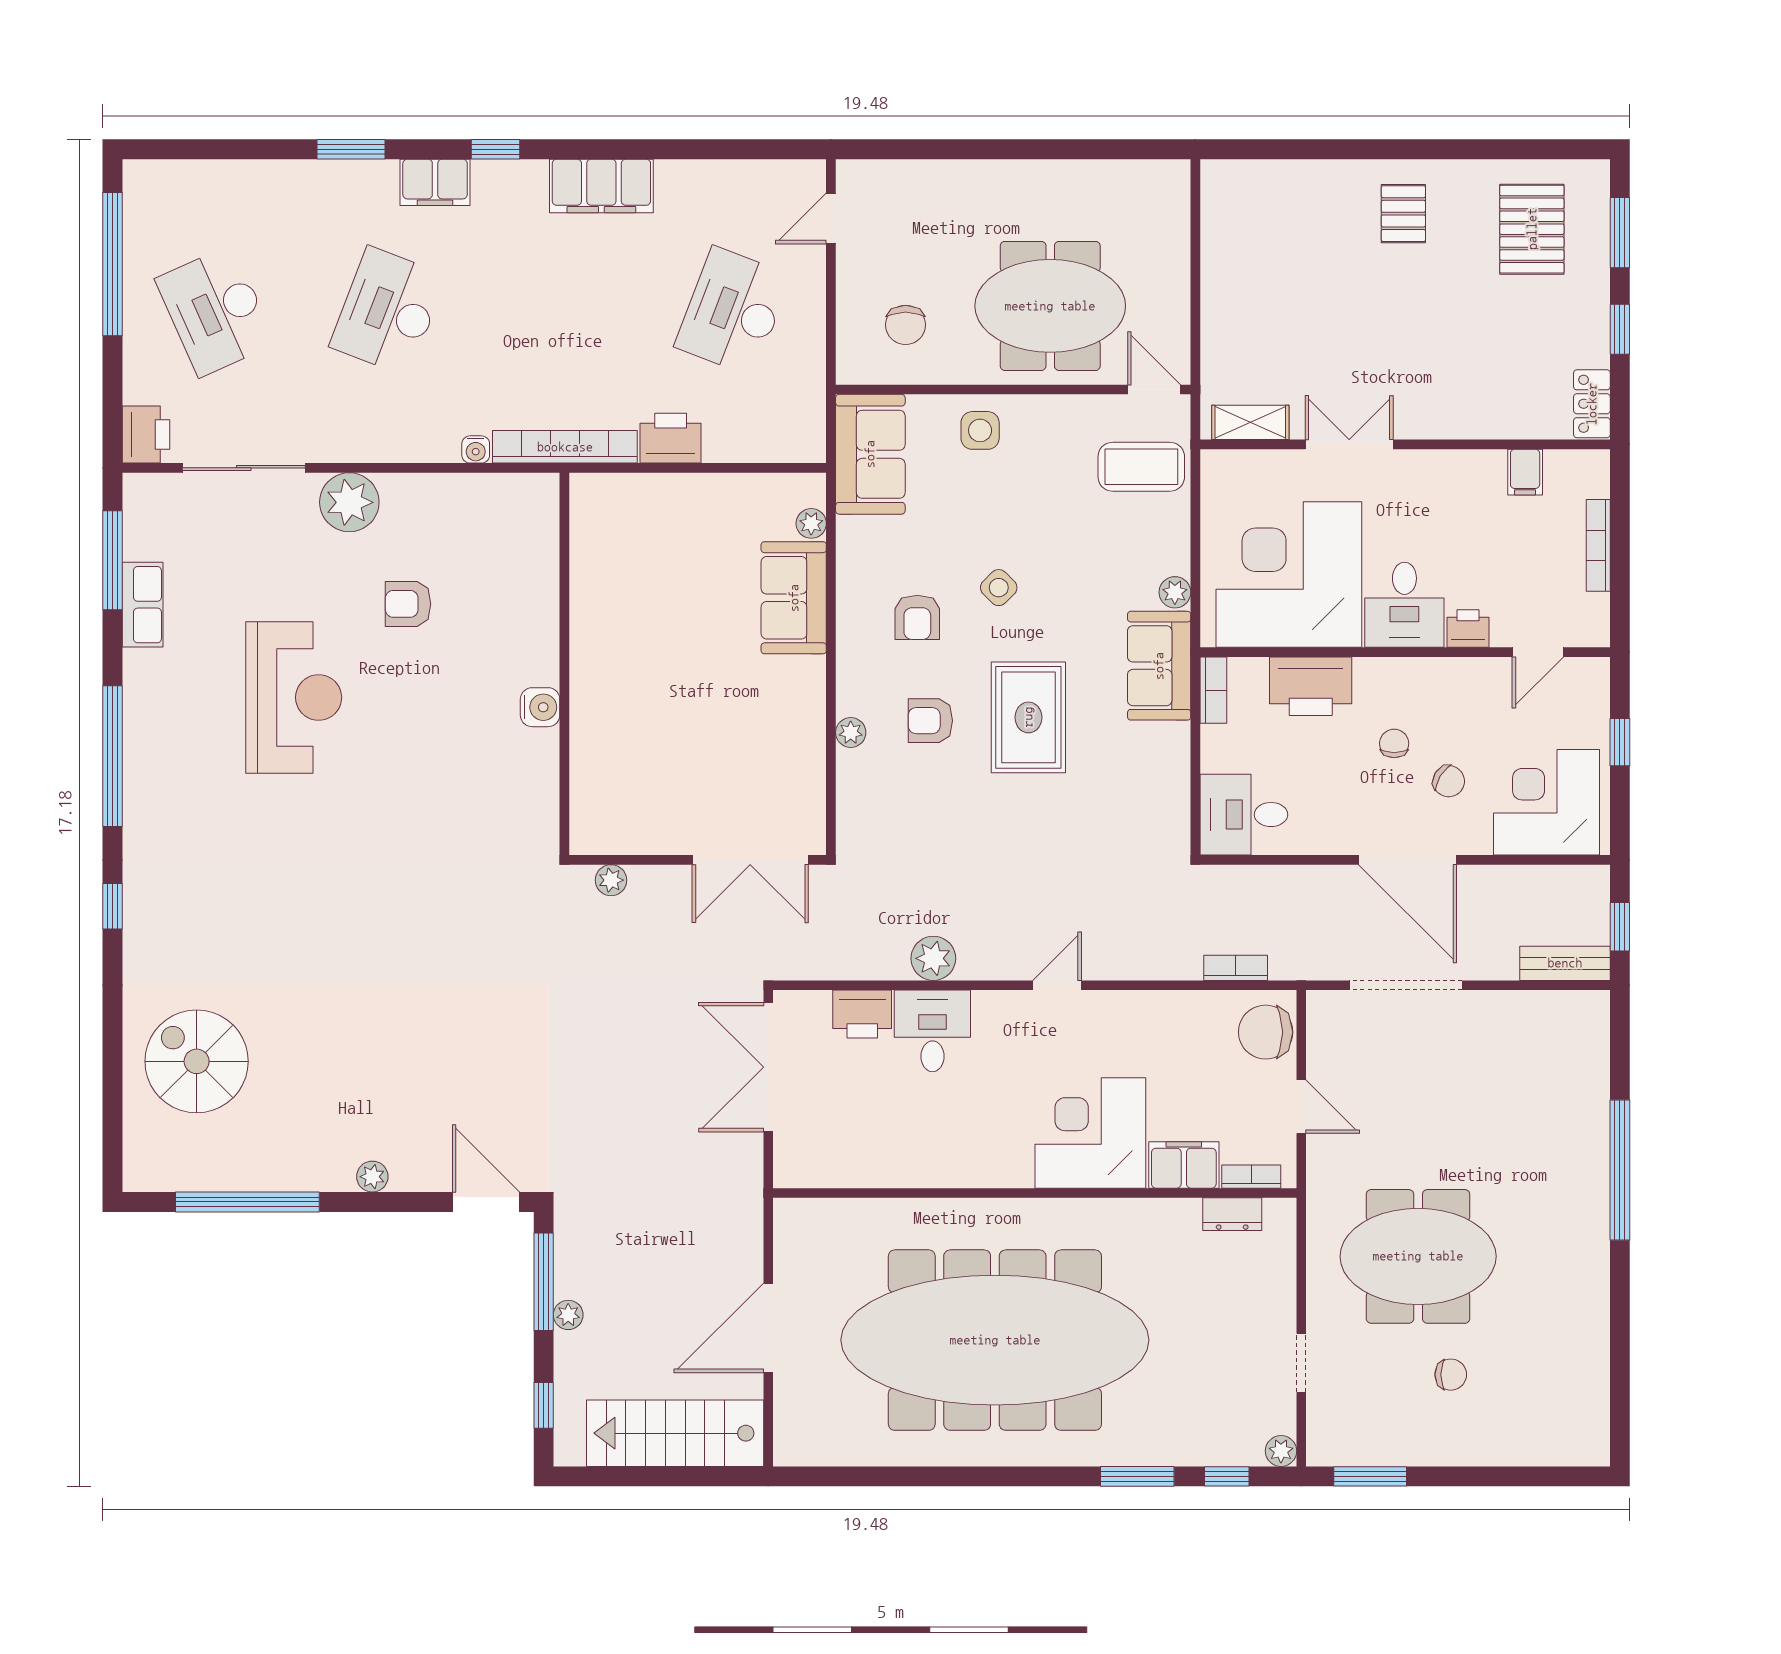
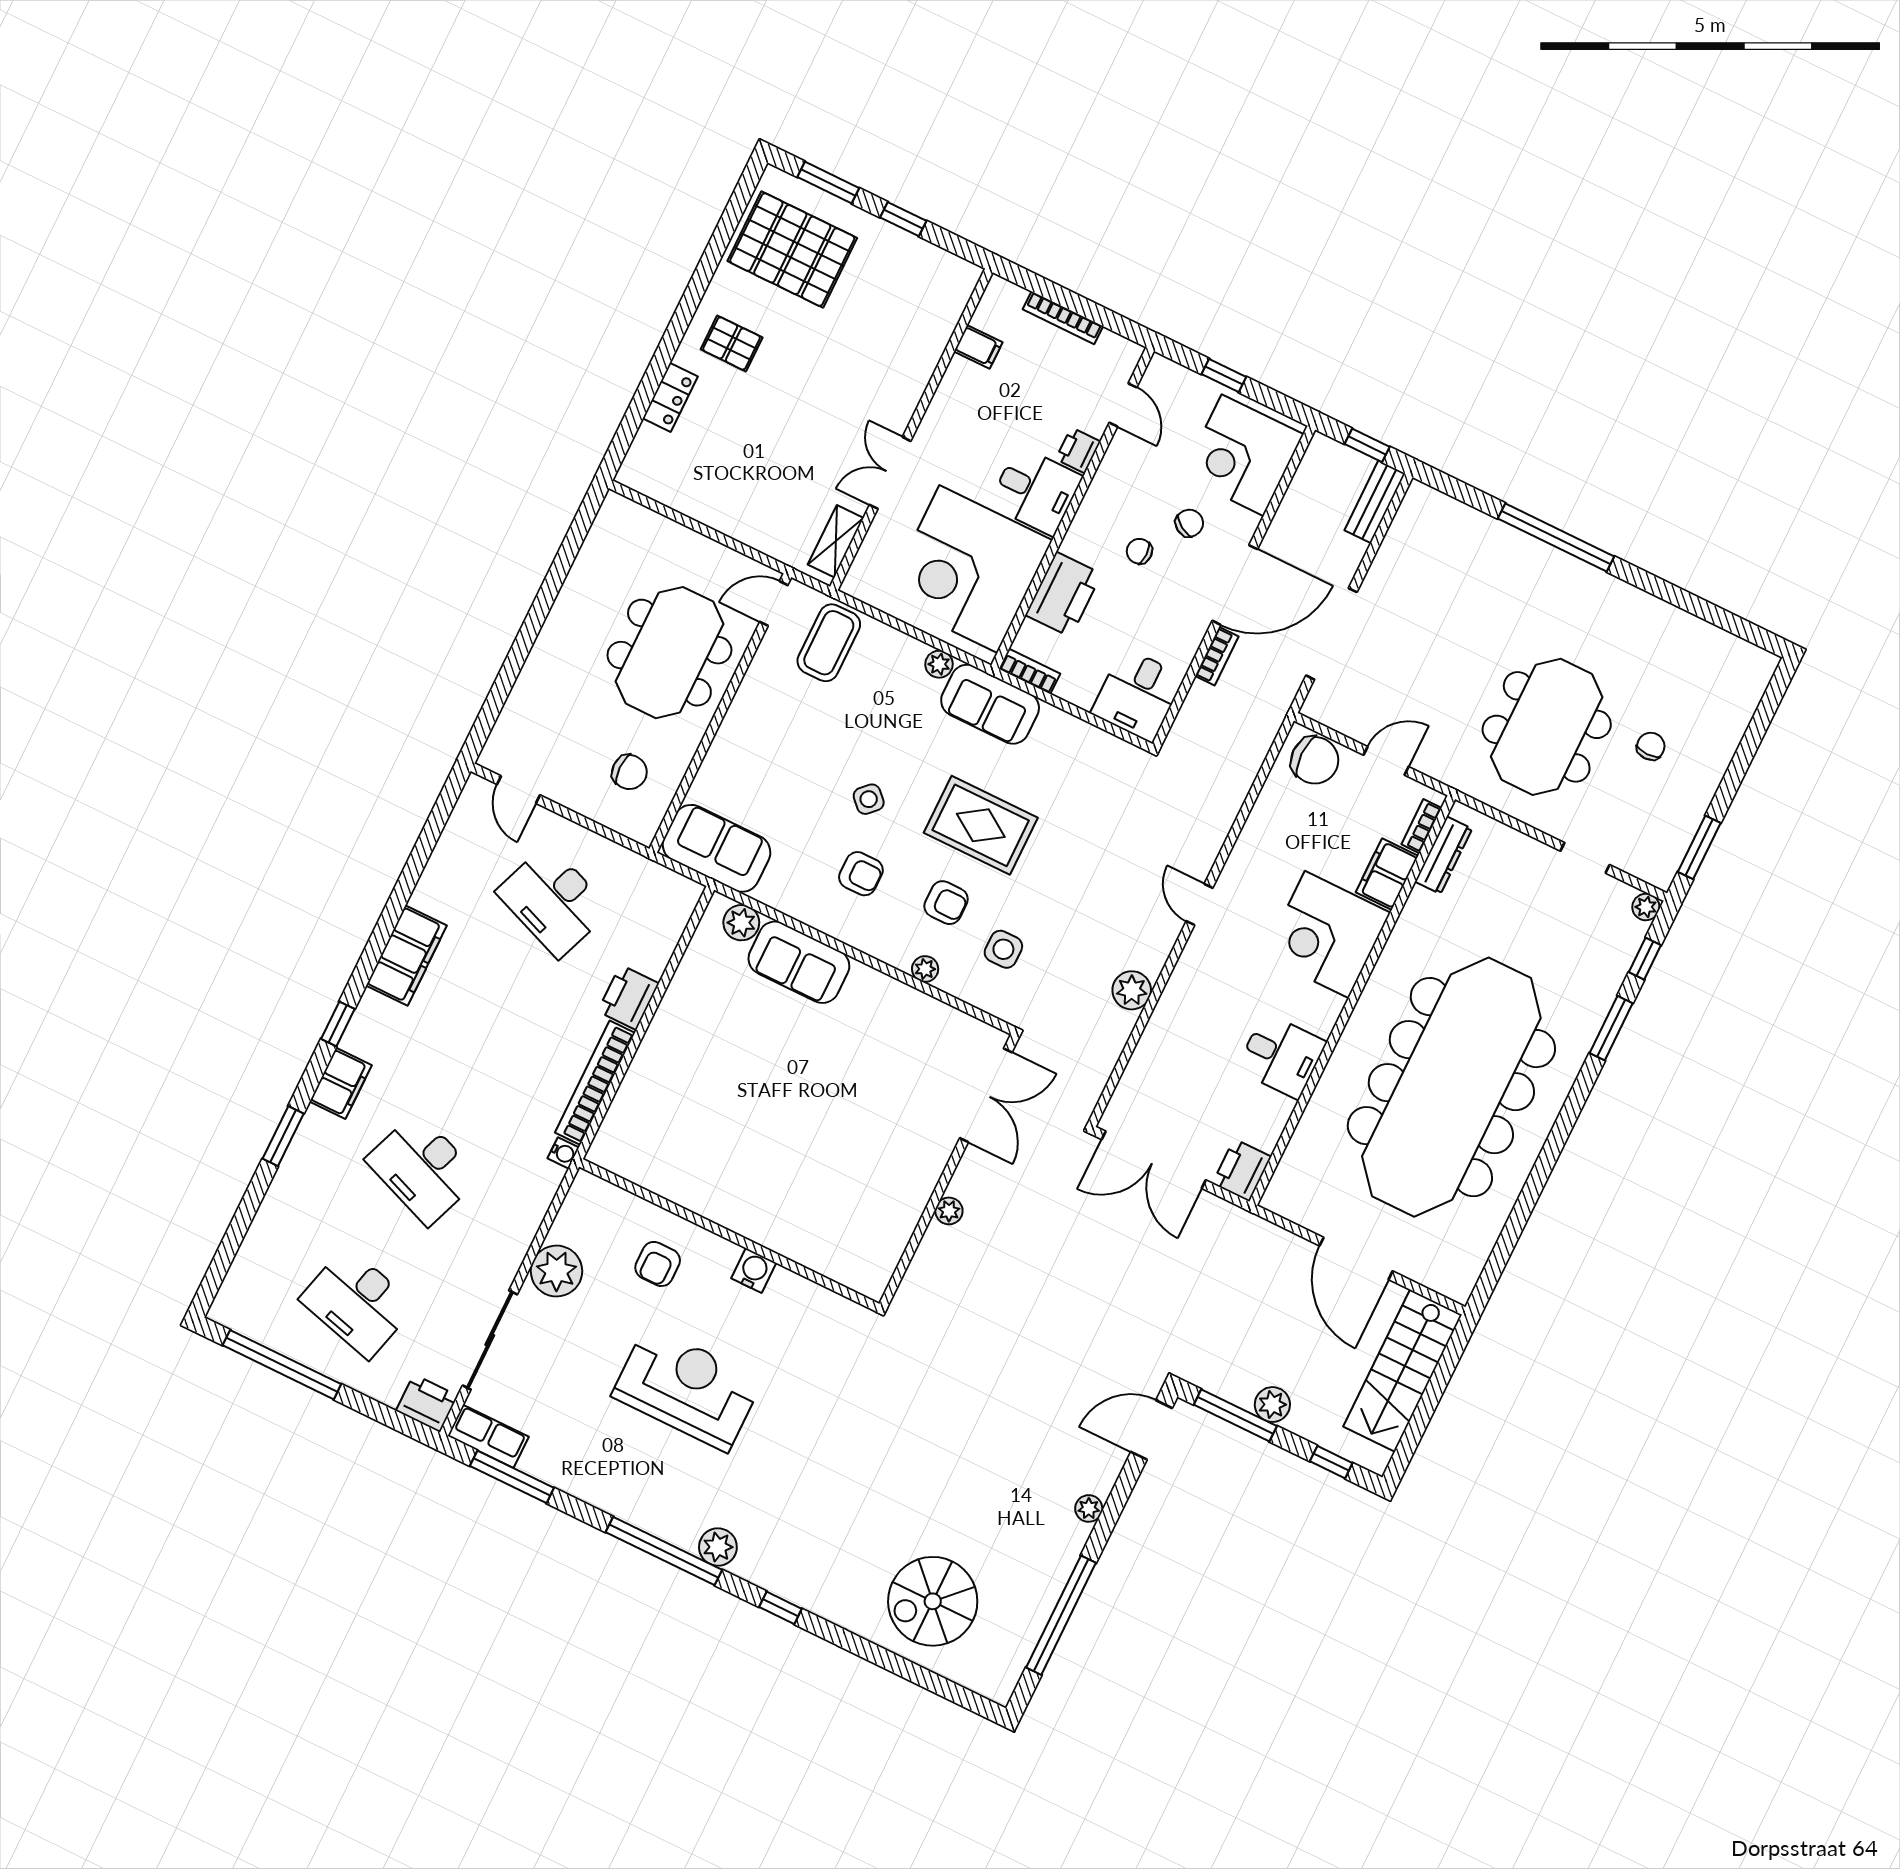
pallet: (1532, 229) -> (792, 250), width x1.37, depth x1.41
desk: (216, 311) -> (357, 1302), turned 39
locker: (1592, 404) -> (670, 397), moved, turned -90
side table: (980, 430) -> (1003, 949), moved
plant: (811, 523) -> (741, 923), width x1.38, depth x1.38
row of seats: (143, 605) -> (488, 1436), moved
wall: (564, 664) -> (729, 1235), moved
water cooler: (540, 707) -> (754, 1271), moved
armchair: (930, 721) -> (946, 903), turned -90
plant: (144, 810) -> (718, 1547), added
bookcase: (1236, 968) -> (1217, 656), moved, turned 180
printer: (862, 1014) -> (1242, 1170), moved, turned 180
desk: (932, 1031) -> (1281, 1056), moved, turned 180
chair: (1266, 1032) -> (1315, 760), turned -90
dresser: (1232, 1214) -> (1443, 855), width x1.44
plant: (568, 1315) -> (1272, 1405), width x1.38, depth x1.38

